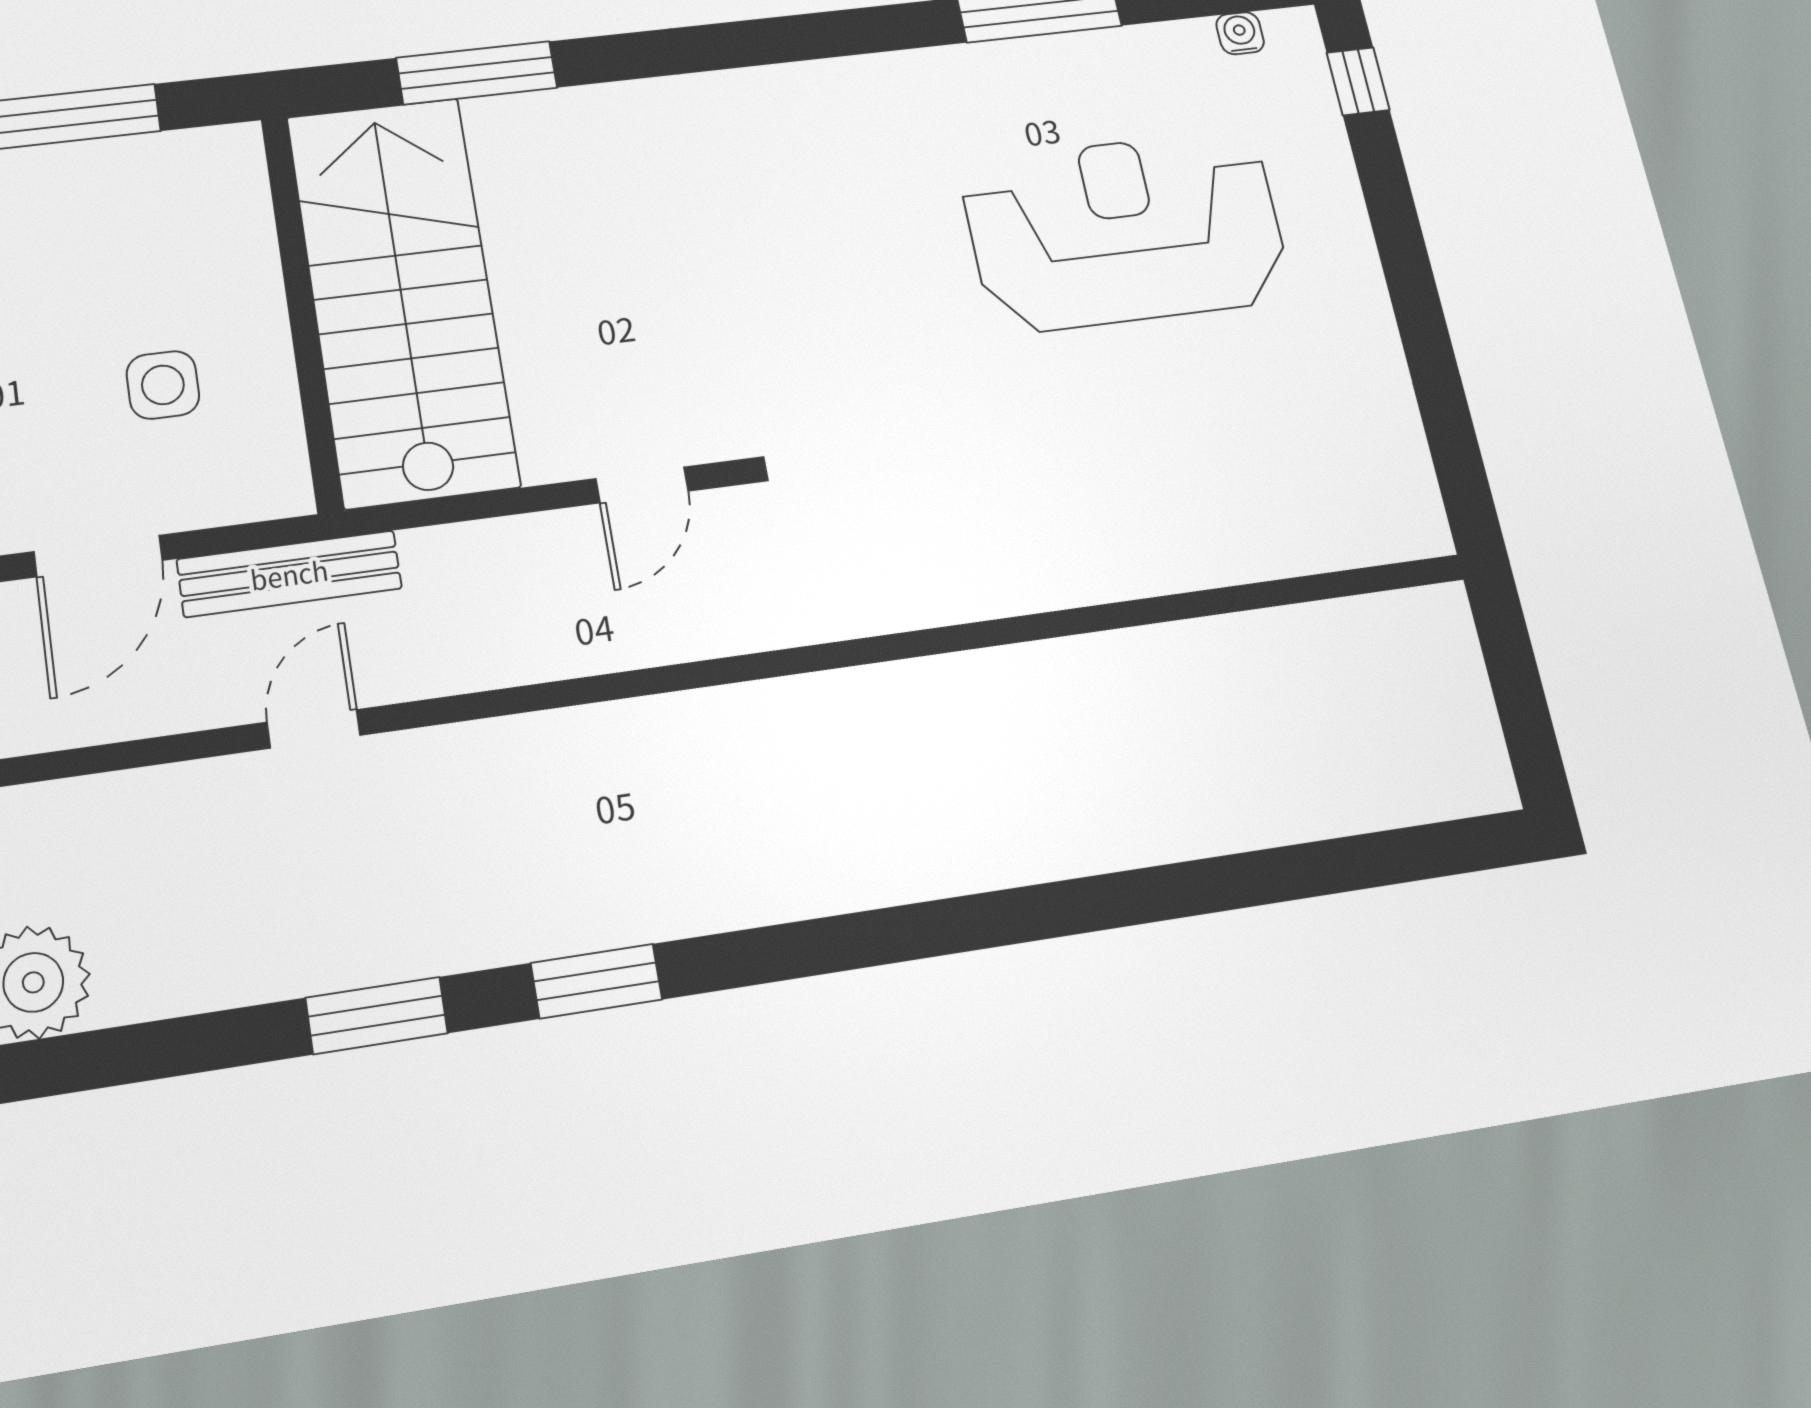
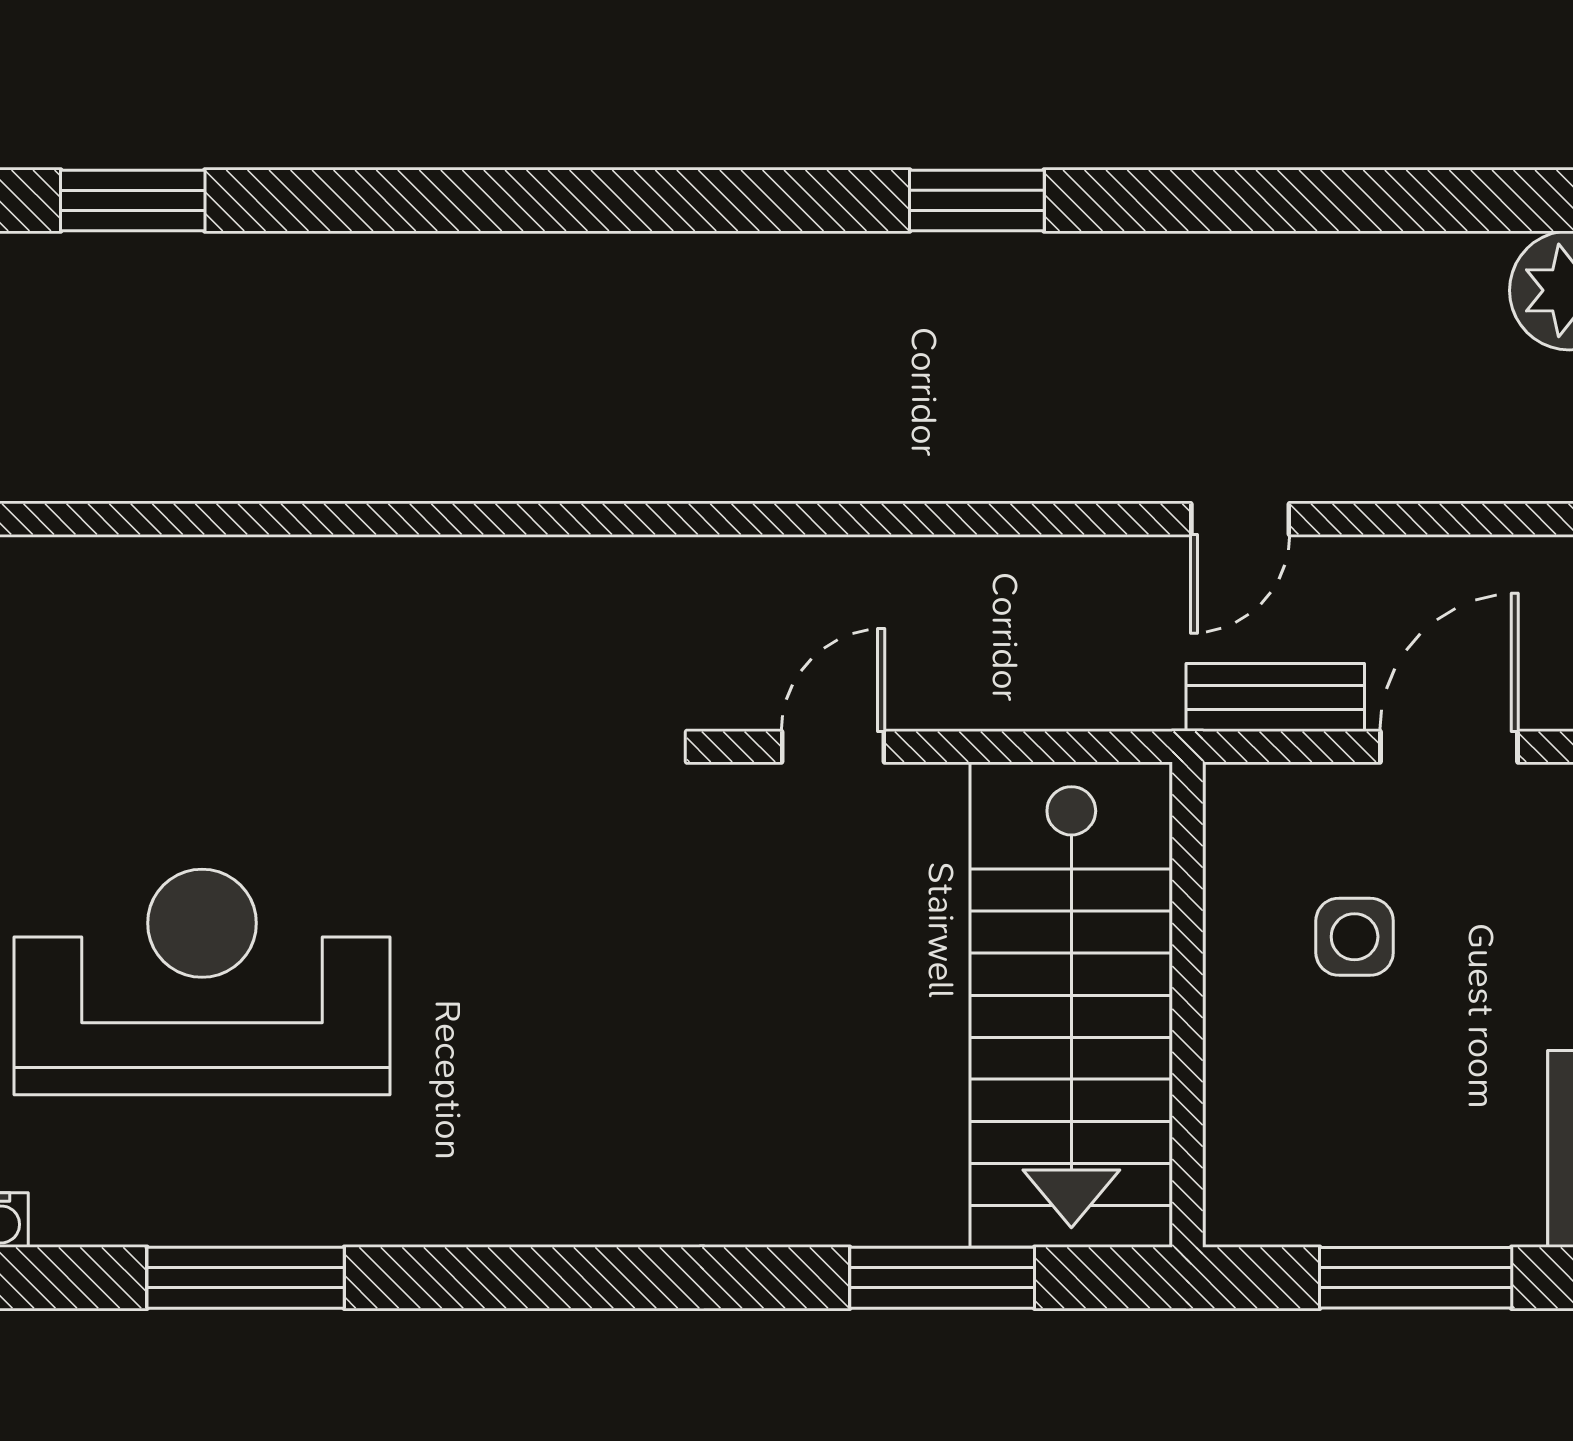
reception desk: (1126, 231) -> (202, 982), turned 180
bench: (289, 574) -> (1275, 698), width x0.73
window: (377, 1016) -> (133, 200), moved

